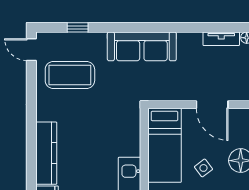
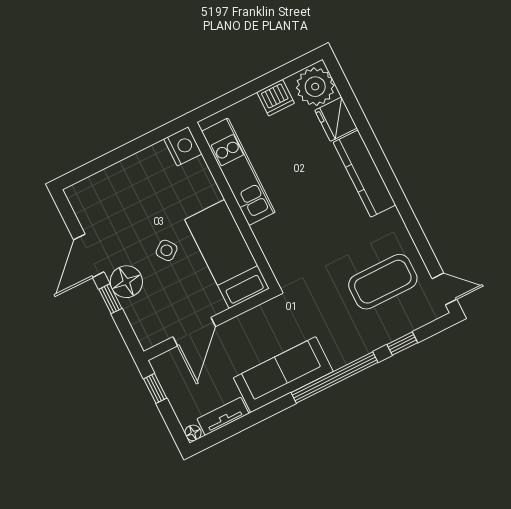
window: (134, 27) -> (334, 378), added
sofa: (142, 46) -> (283, 375), moved
door: (212, 105) -> (194, 332), swing flipped

